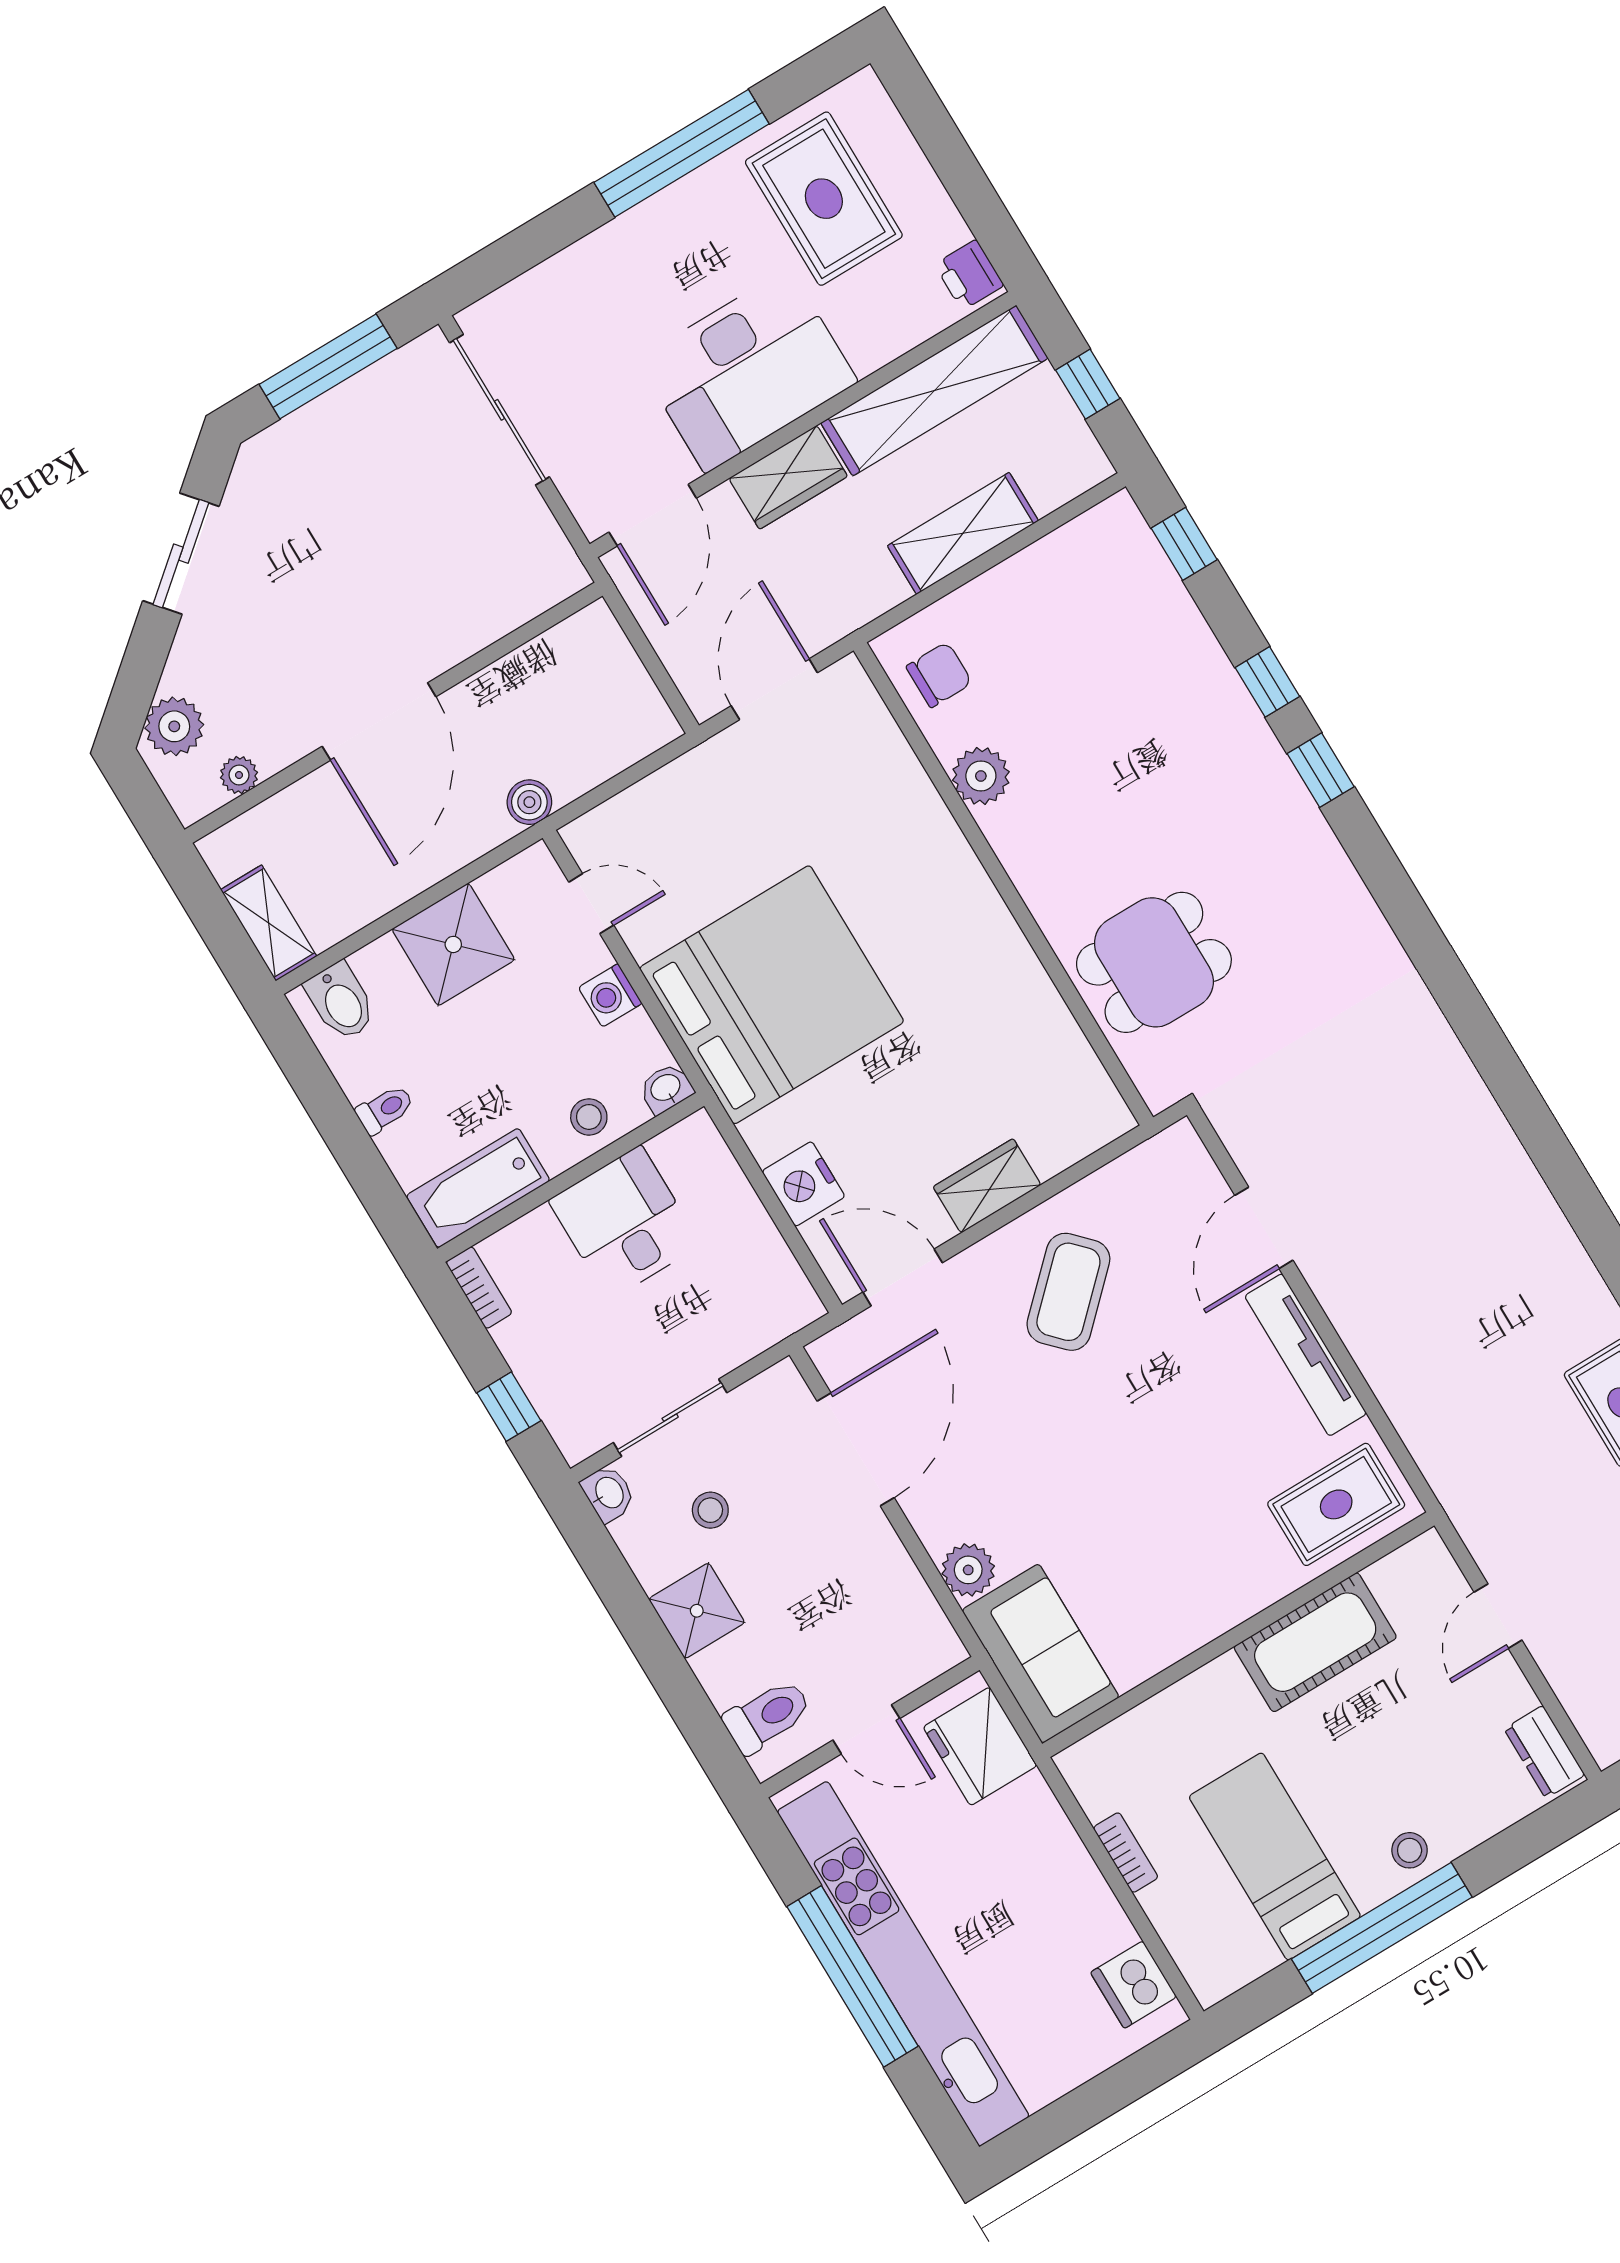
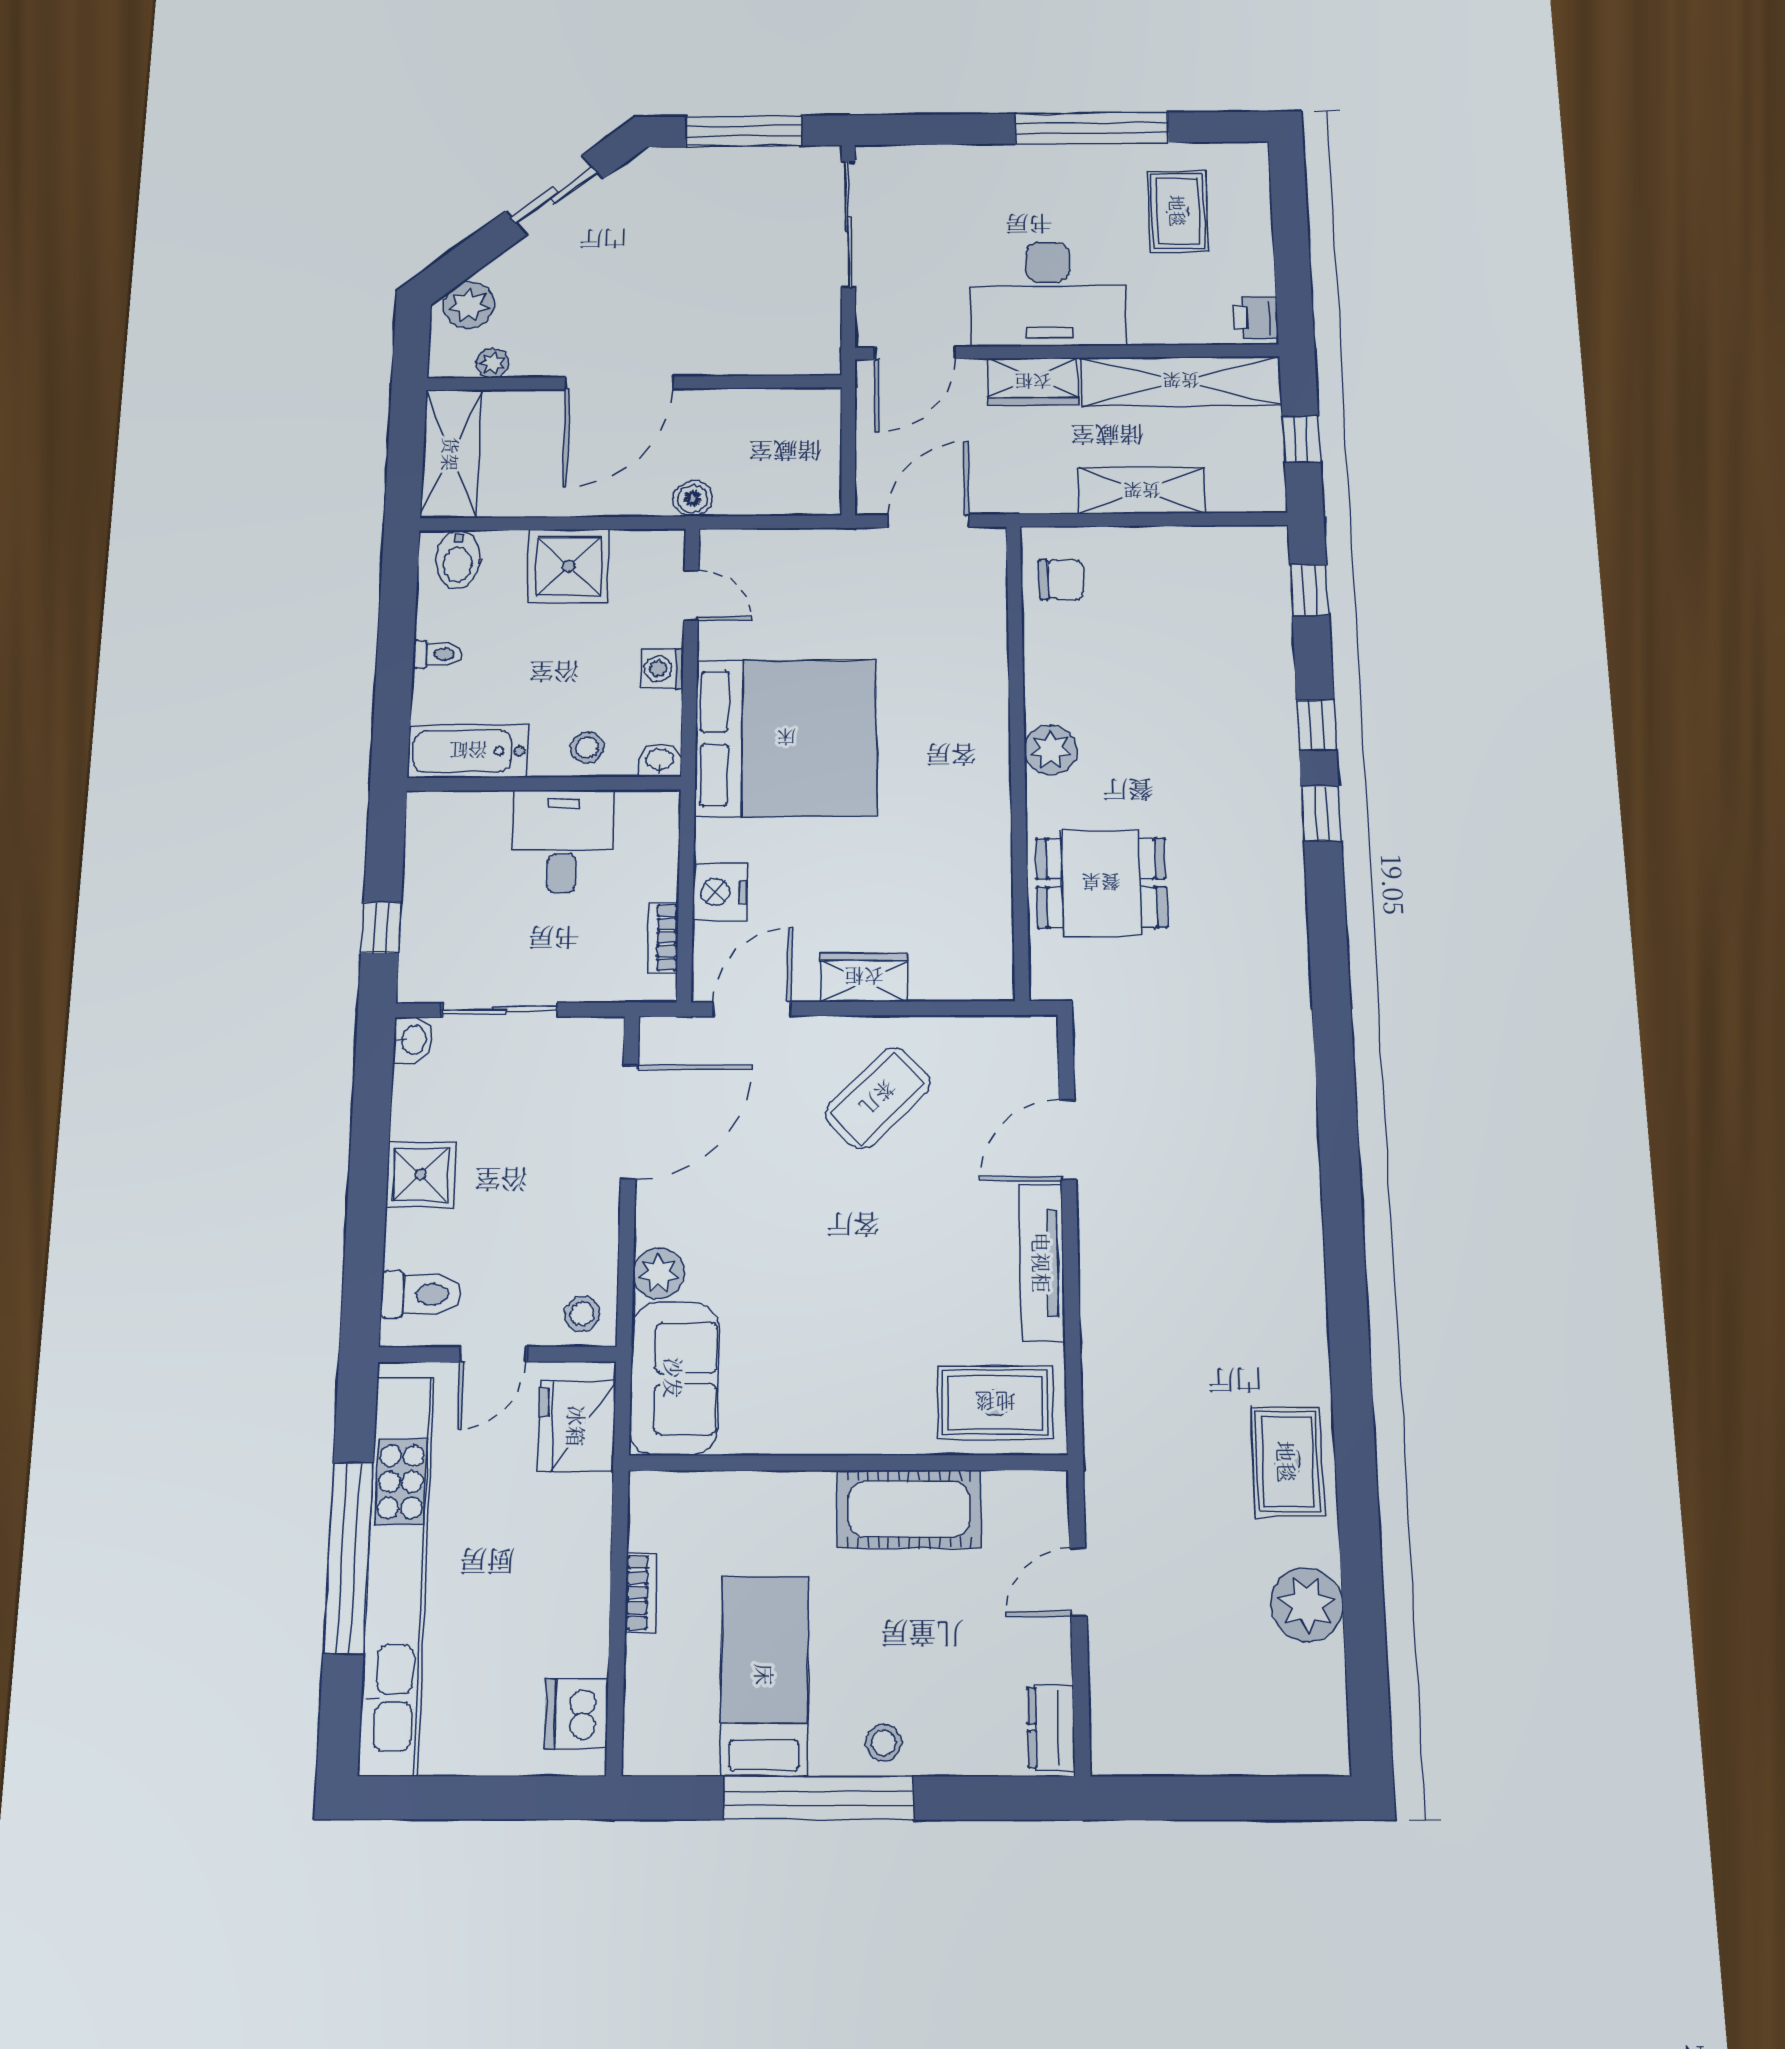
rug: (824, 199) -> (1178, 211), width x0.73, depth x0.70
plant: (981, 776) -> (1051, 750), moved
shelving: (269, 923) -> (451, 454), width x1.50, depth x1.33
door: (903, 1277) -> (752, 1009), hinge flipped
bookcase: (479, 1288) -> (663, 938), moved, turned 180
stool: (710, 1510) -> (582, 1314), moved
door: (866, 1729) -> (493, 1354), hinge flipped

